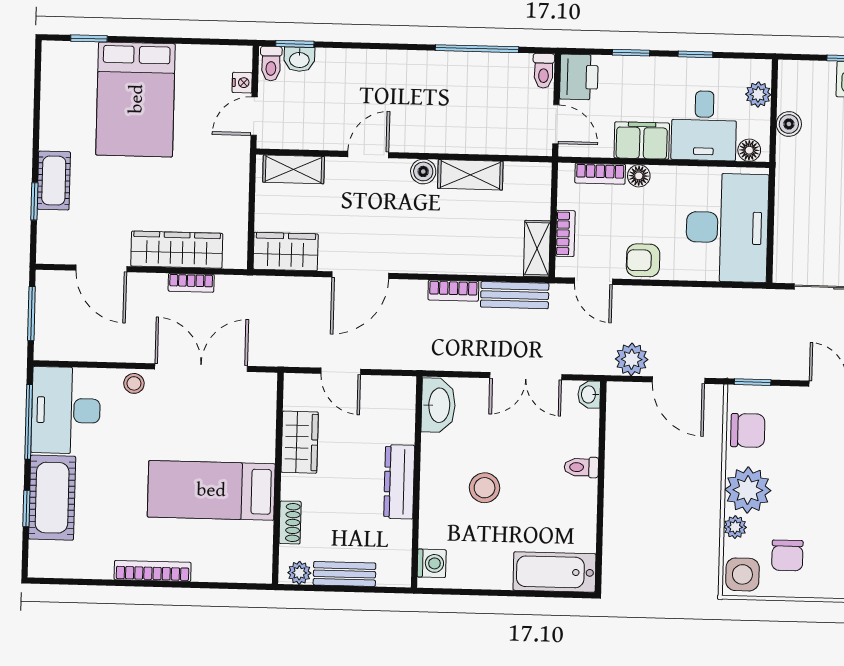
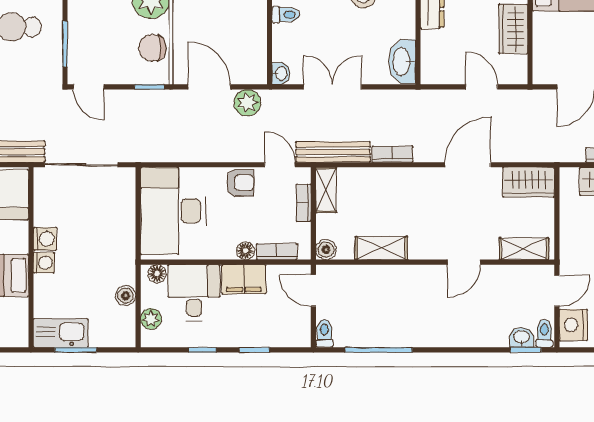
printer: (579, 77) -> (296, 329), removed
nightstand: (242, 83) -> (573, 325), width x1.89, depth x1.79
boiler: (423, 171) -> (326, 250), moved
bench: (515, 295) -> (333, 152), width x1.36

